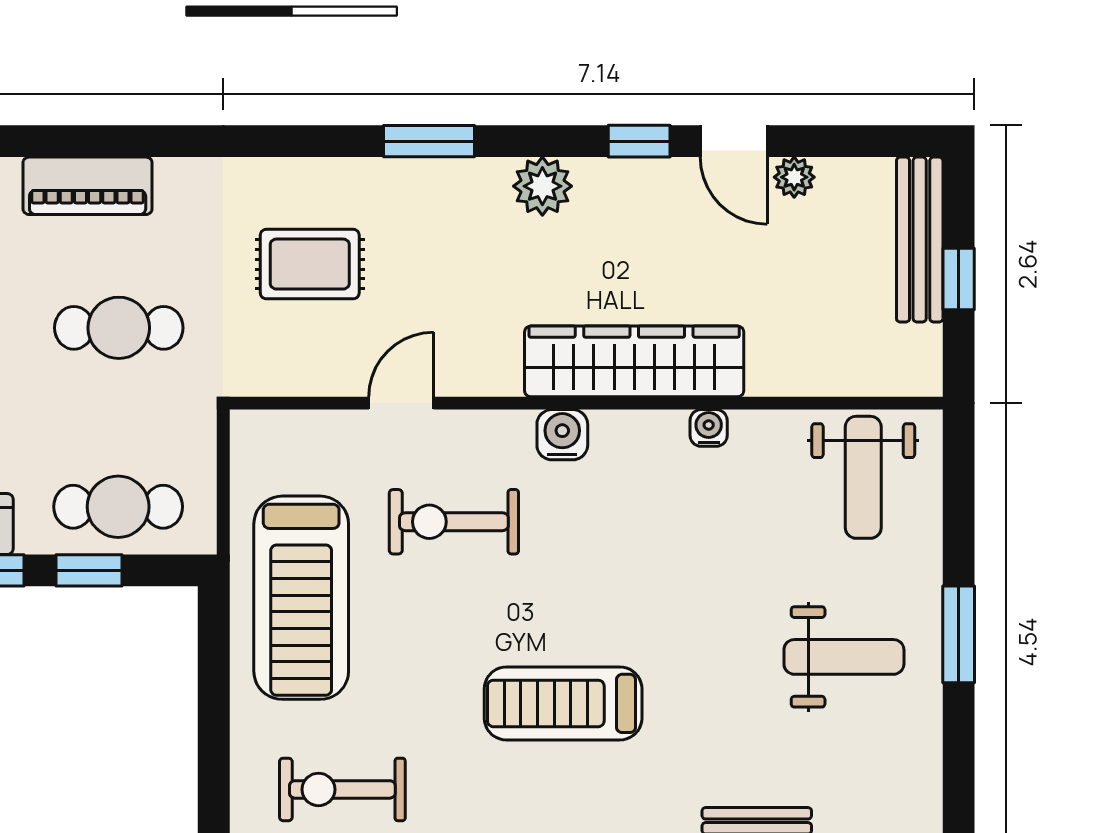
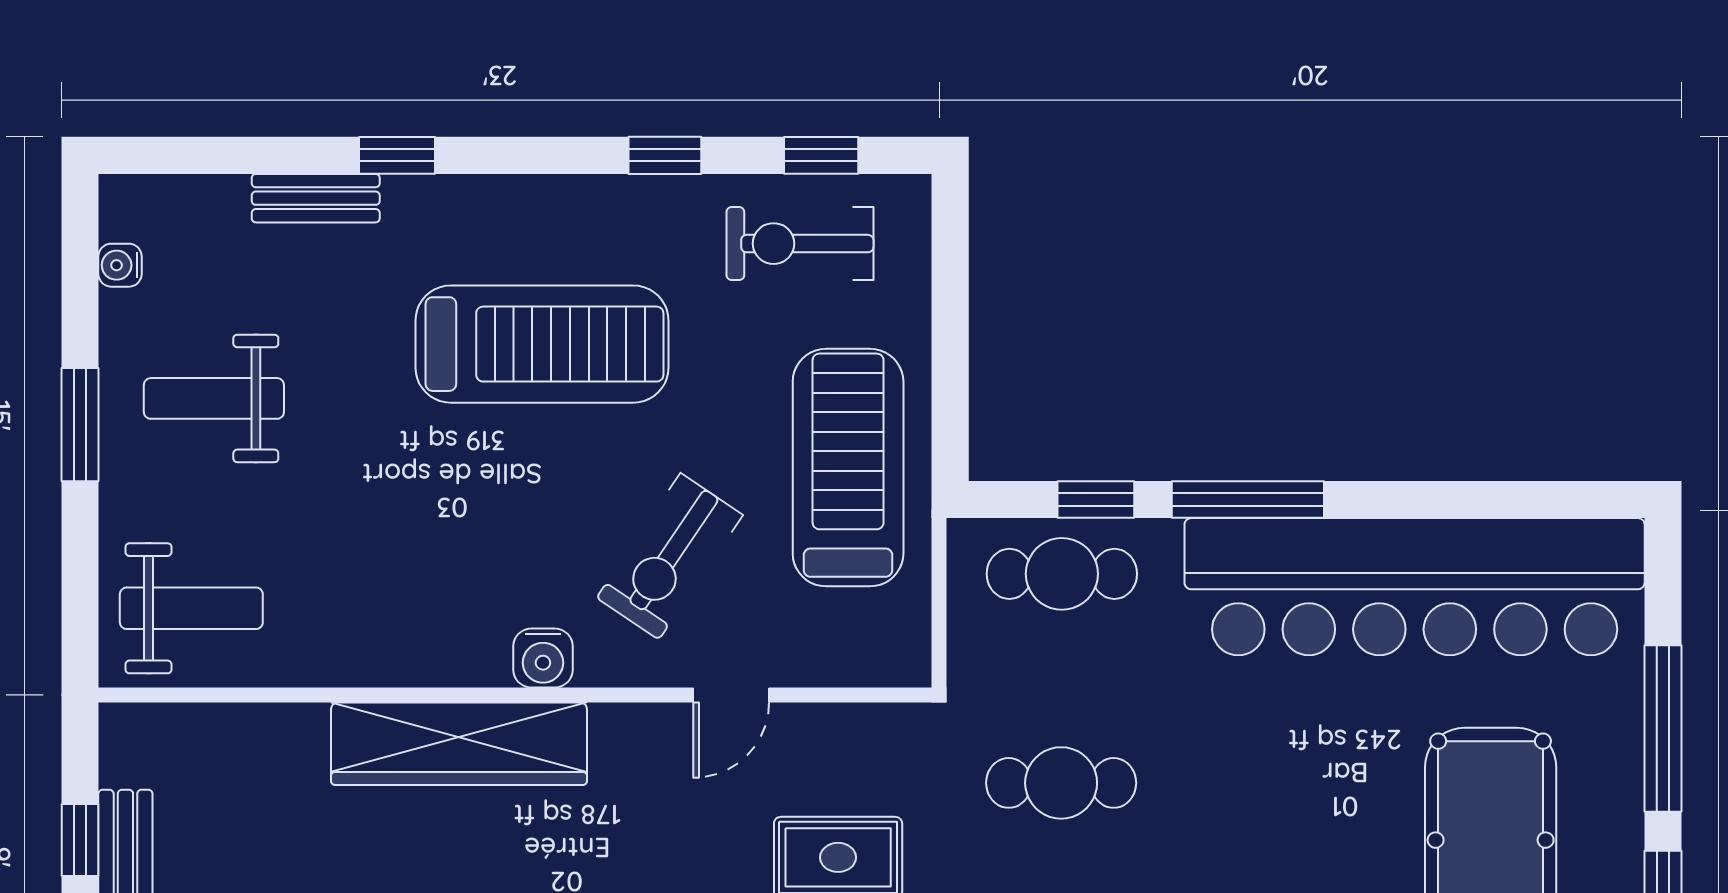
water cooler: (709, 428) -> (120, 265), moved, turned 90
weight bench: (863, 477) -> (191, 608), turned 90
exercise bike: (454, 522) -> (670, 556), turned 124
treadmill: (563, 703) -> (542, 344), width x1.37, depth x1.37
exercise bike: (342, 789) -> (800, 244), turned 180

